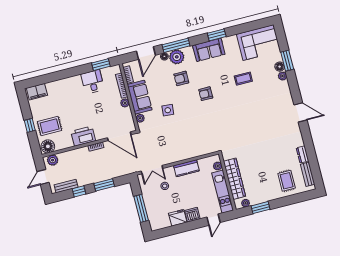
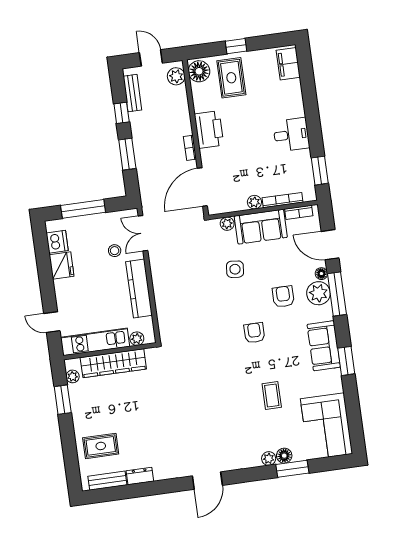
desk: (93, 82) -> (291, 135), moved
kitchen counter: (186, 168) -> (139, 288), width x1.50
dishwasher: (192, 215) -> (57, 242), moved

